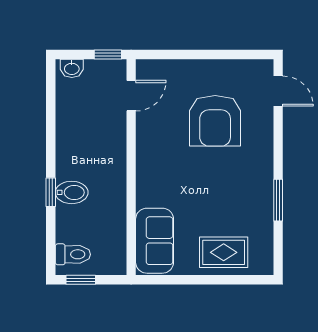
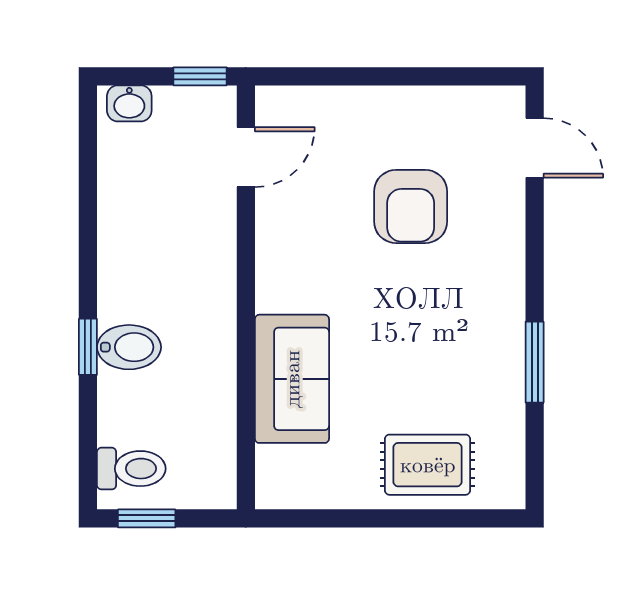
armchair: (215, 121) -> (411, 206), width x0.73, depth x0.73
sofa: (155, 241) -> (292, 379), moved

